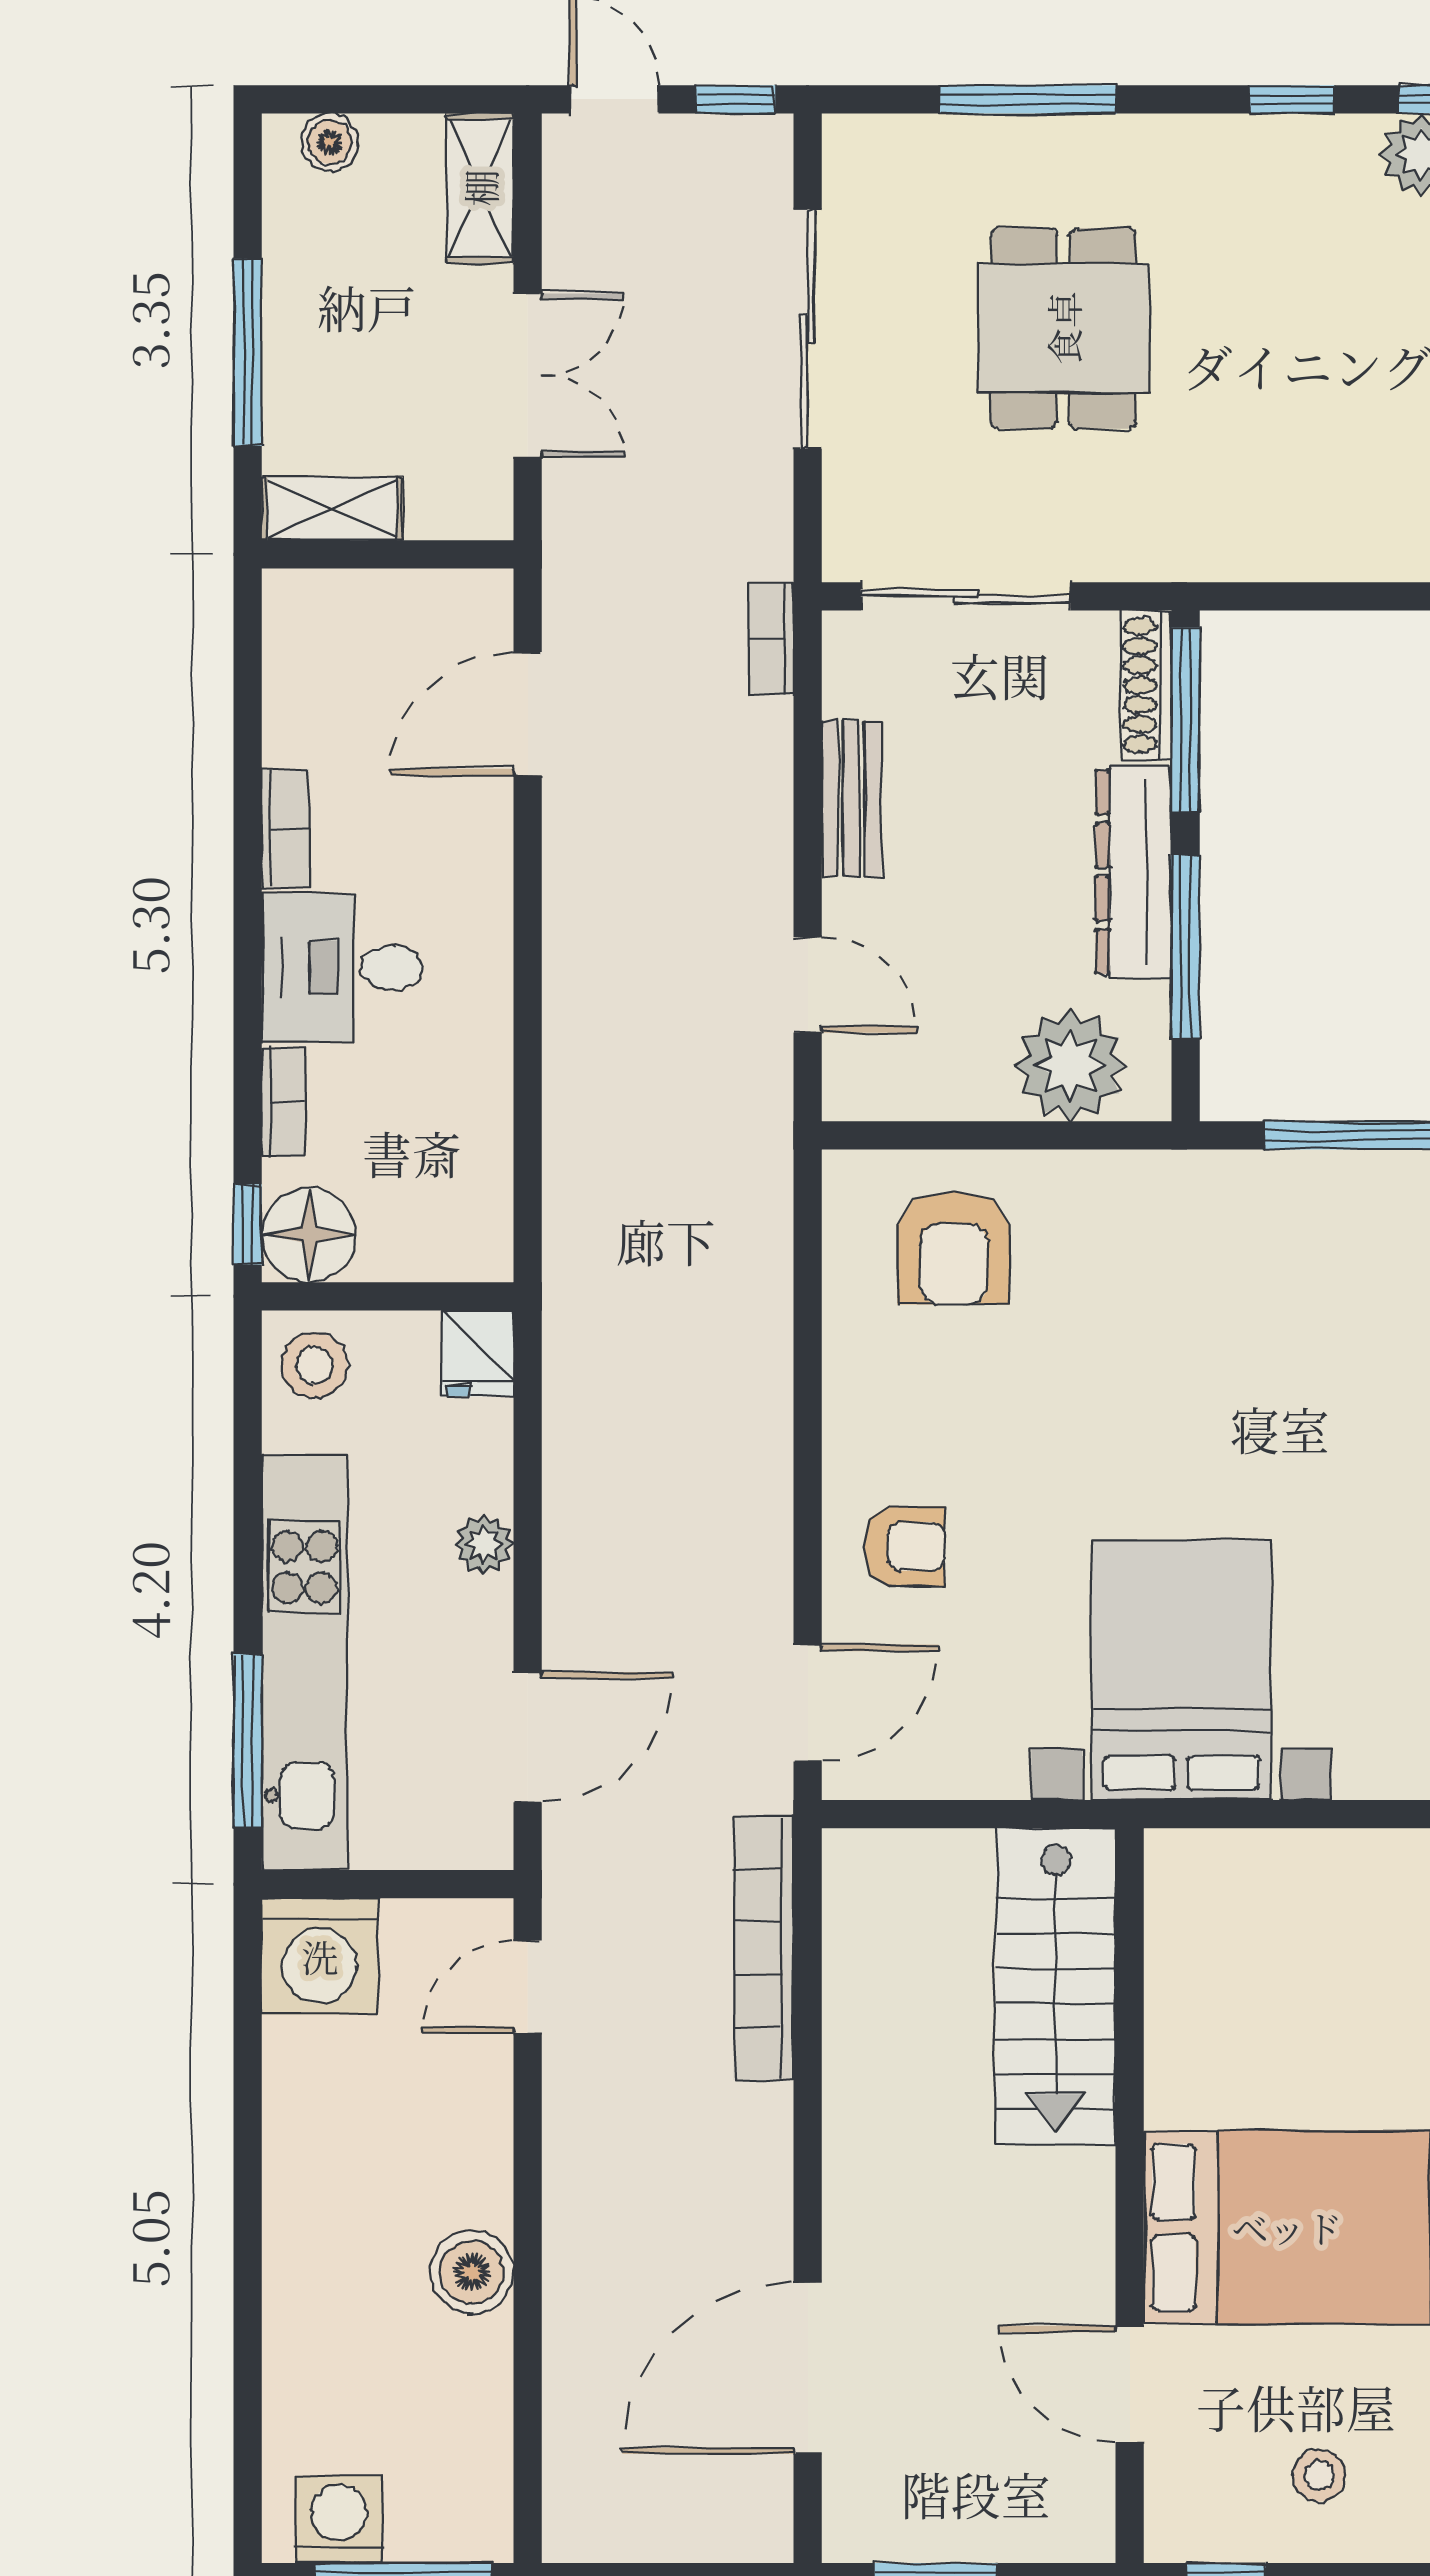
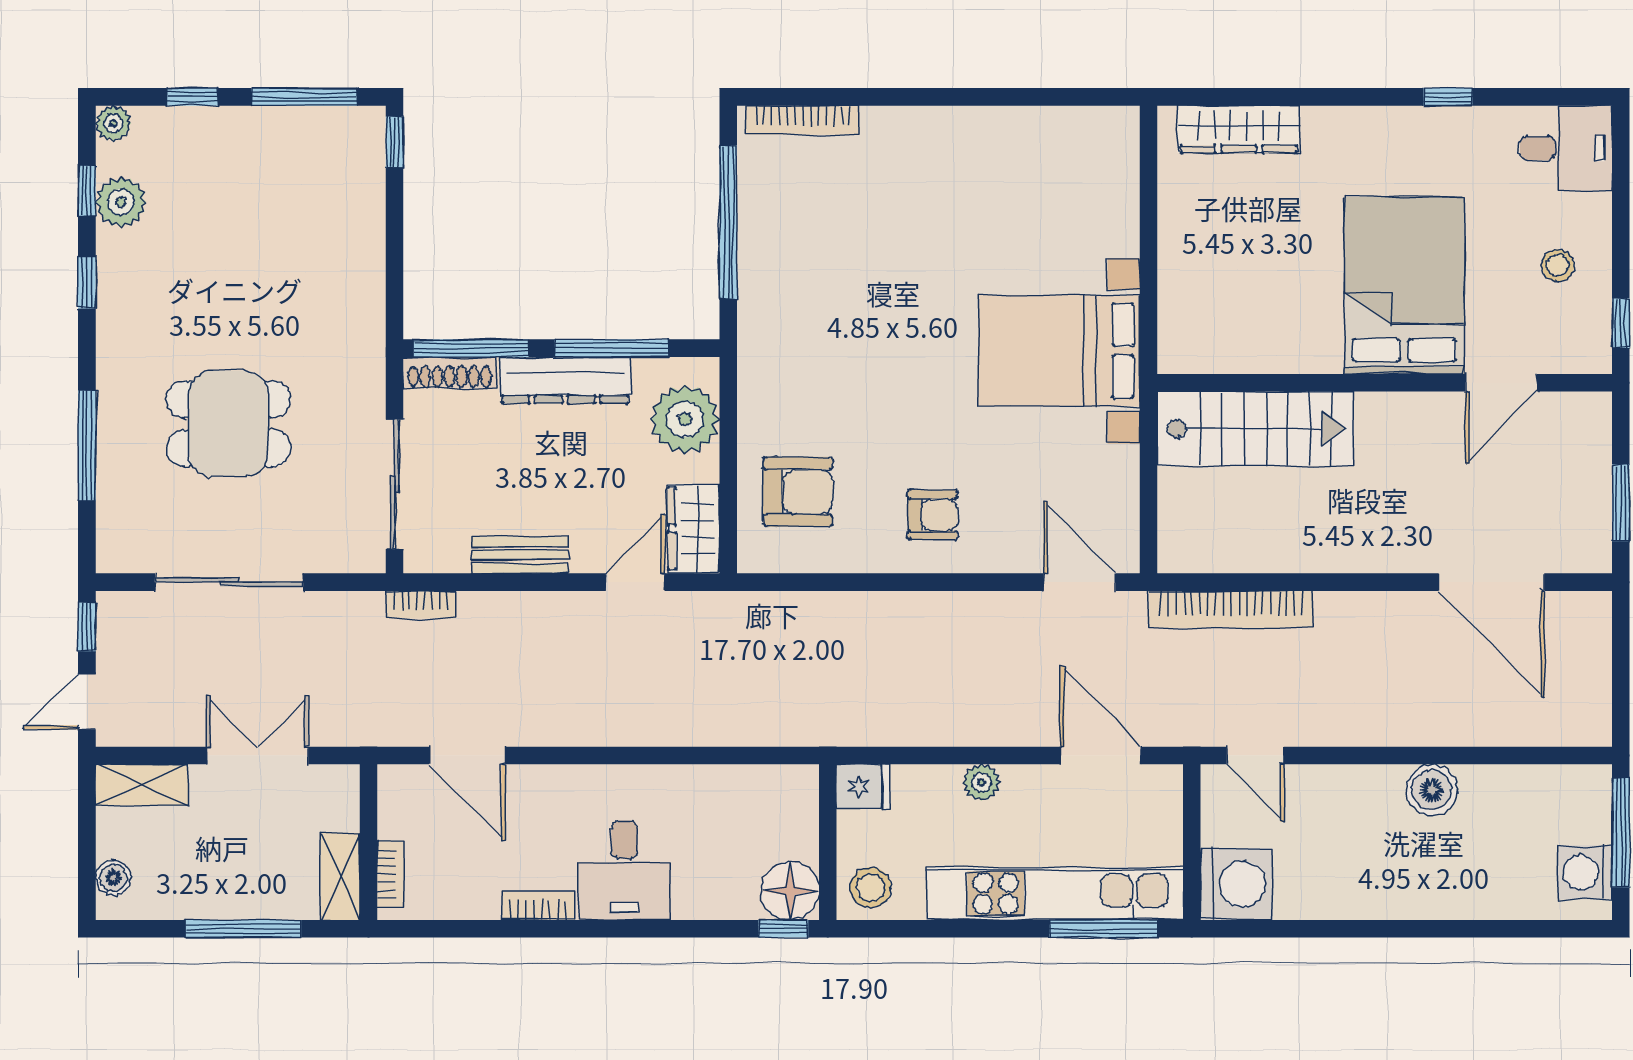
wardrobe: (894, 1079) -> (694, 529), added
bookcase: (283, 1102) -> (391, 874), moved, turned 90
armchair: (905, 1547) -> (933, 515), moved, turned 90

